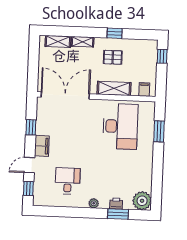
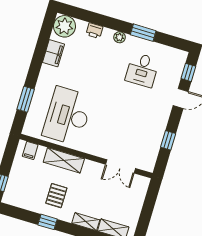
pallet: (113, 57) -> (56, 196), turned 90
double door: (65, 95) -> (121, 166), width x0.54
filing cabinet: (42, 146) -> (53, 53), moved, turned 180
window: (118, 214) -> (143, 33), moved

